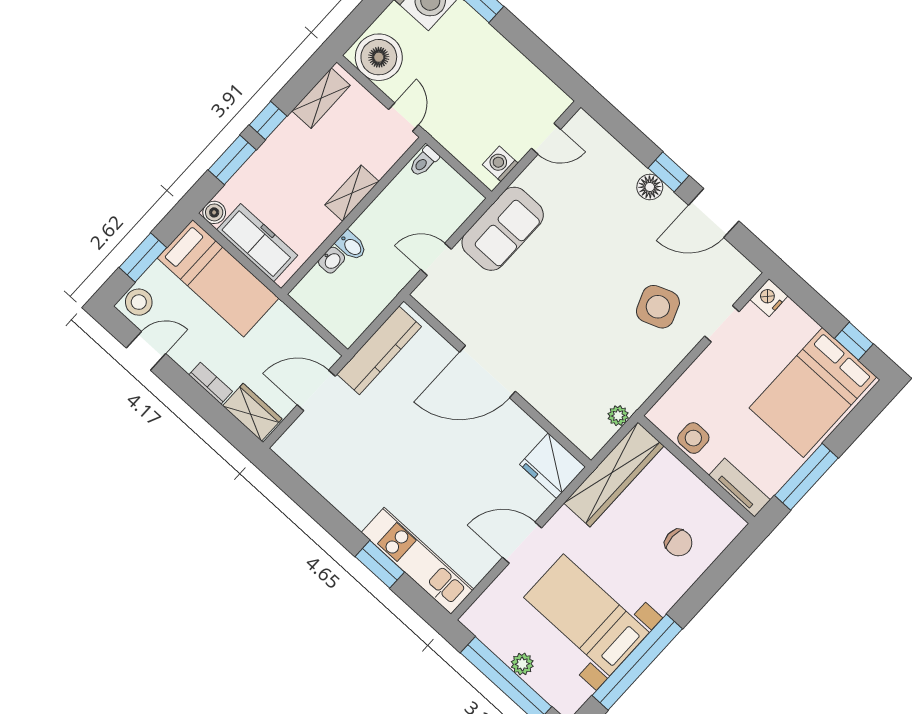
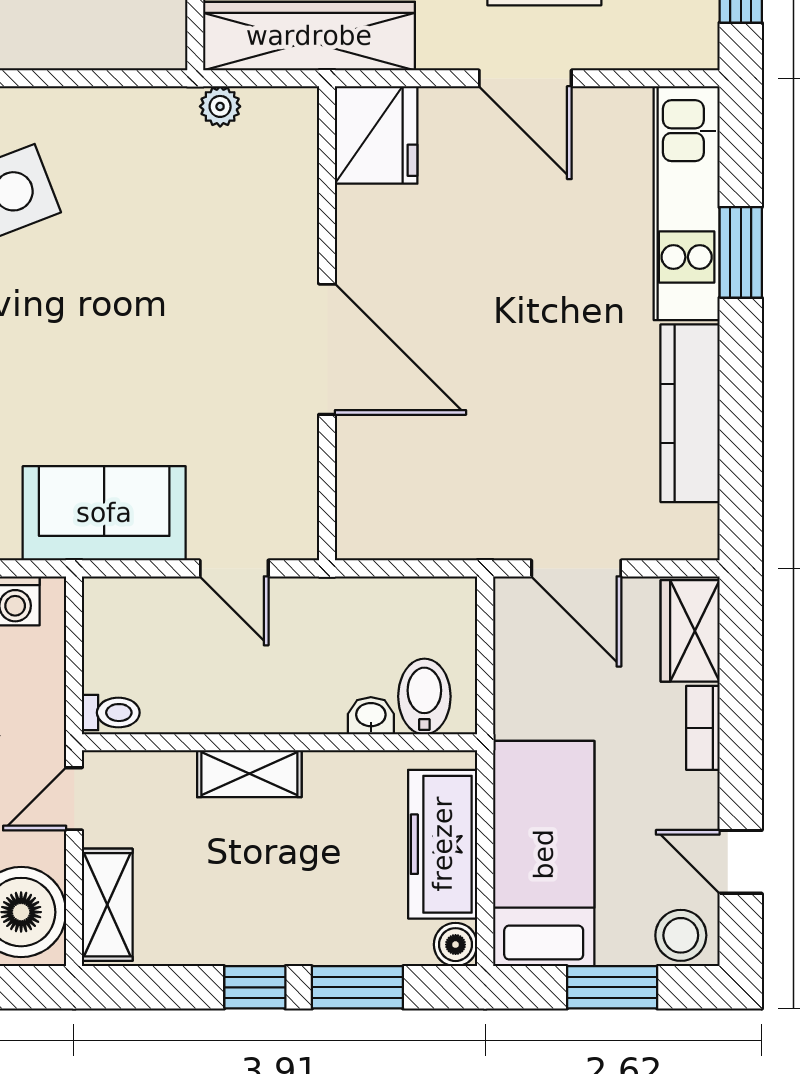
shelving: (321, 98) -> (107, 905), moved, turned 90
bidet: (351, 246) -> (424, 696), moved, width x1.38, depth x1.36
kitchen counter: (379, 350) -> (690, 413), moved, turned -90

